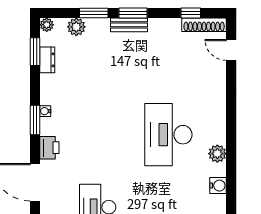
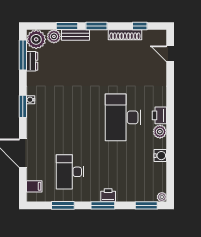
plant: (47, 25) -> (36, 39), width x1.88, depth x1.88
bench: (129, 25) -> (75, 35), moved
shoe rack: (204, 25) -> (125, 35), moved
window: (35, 52) -> (23, 55), width x1.44
printer: (49, 148) -> (159, 115), moved, turned 180

